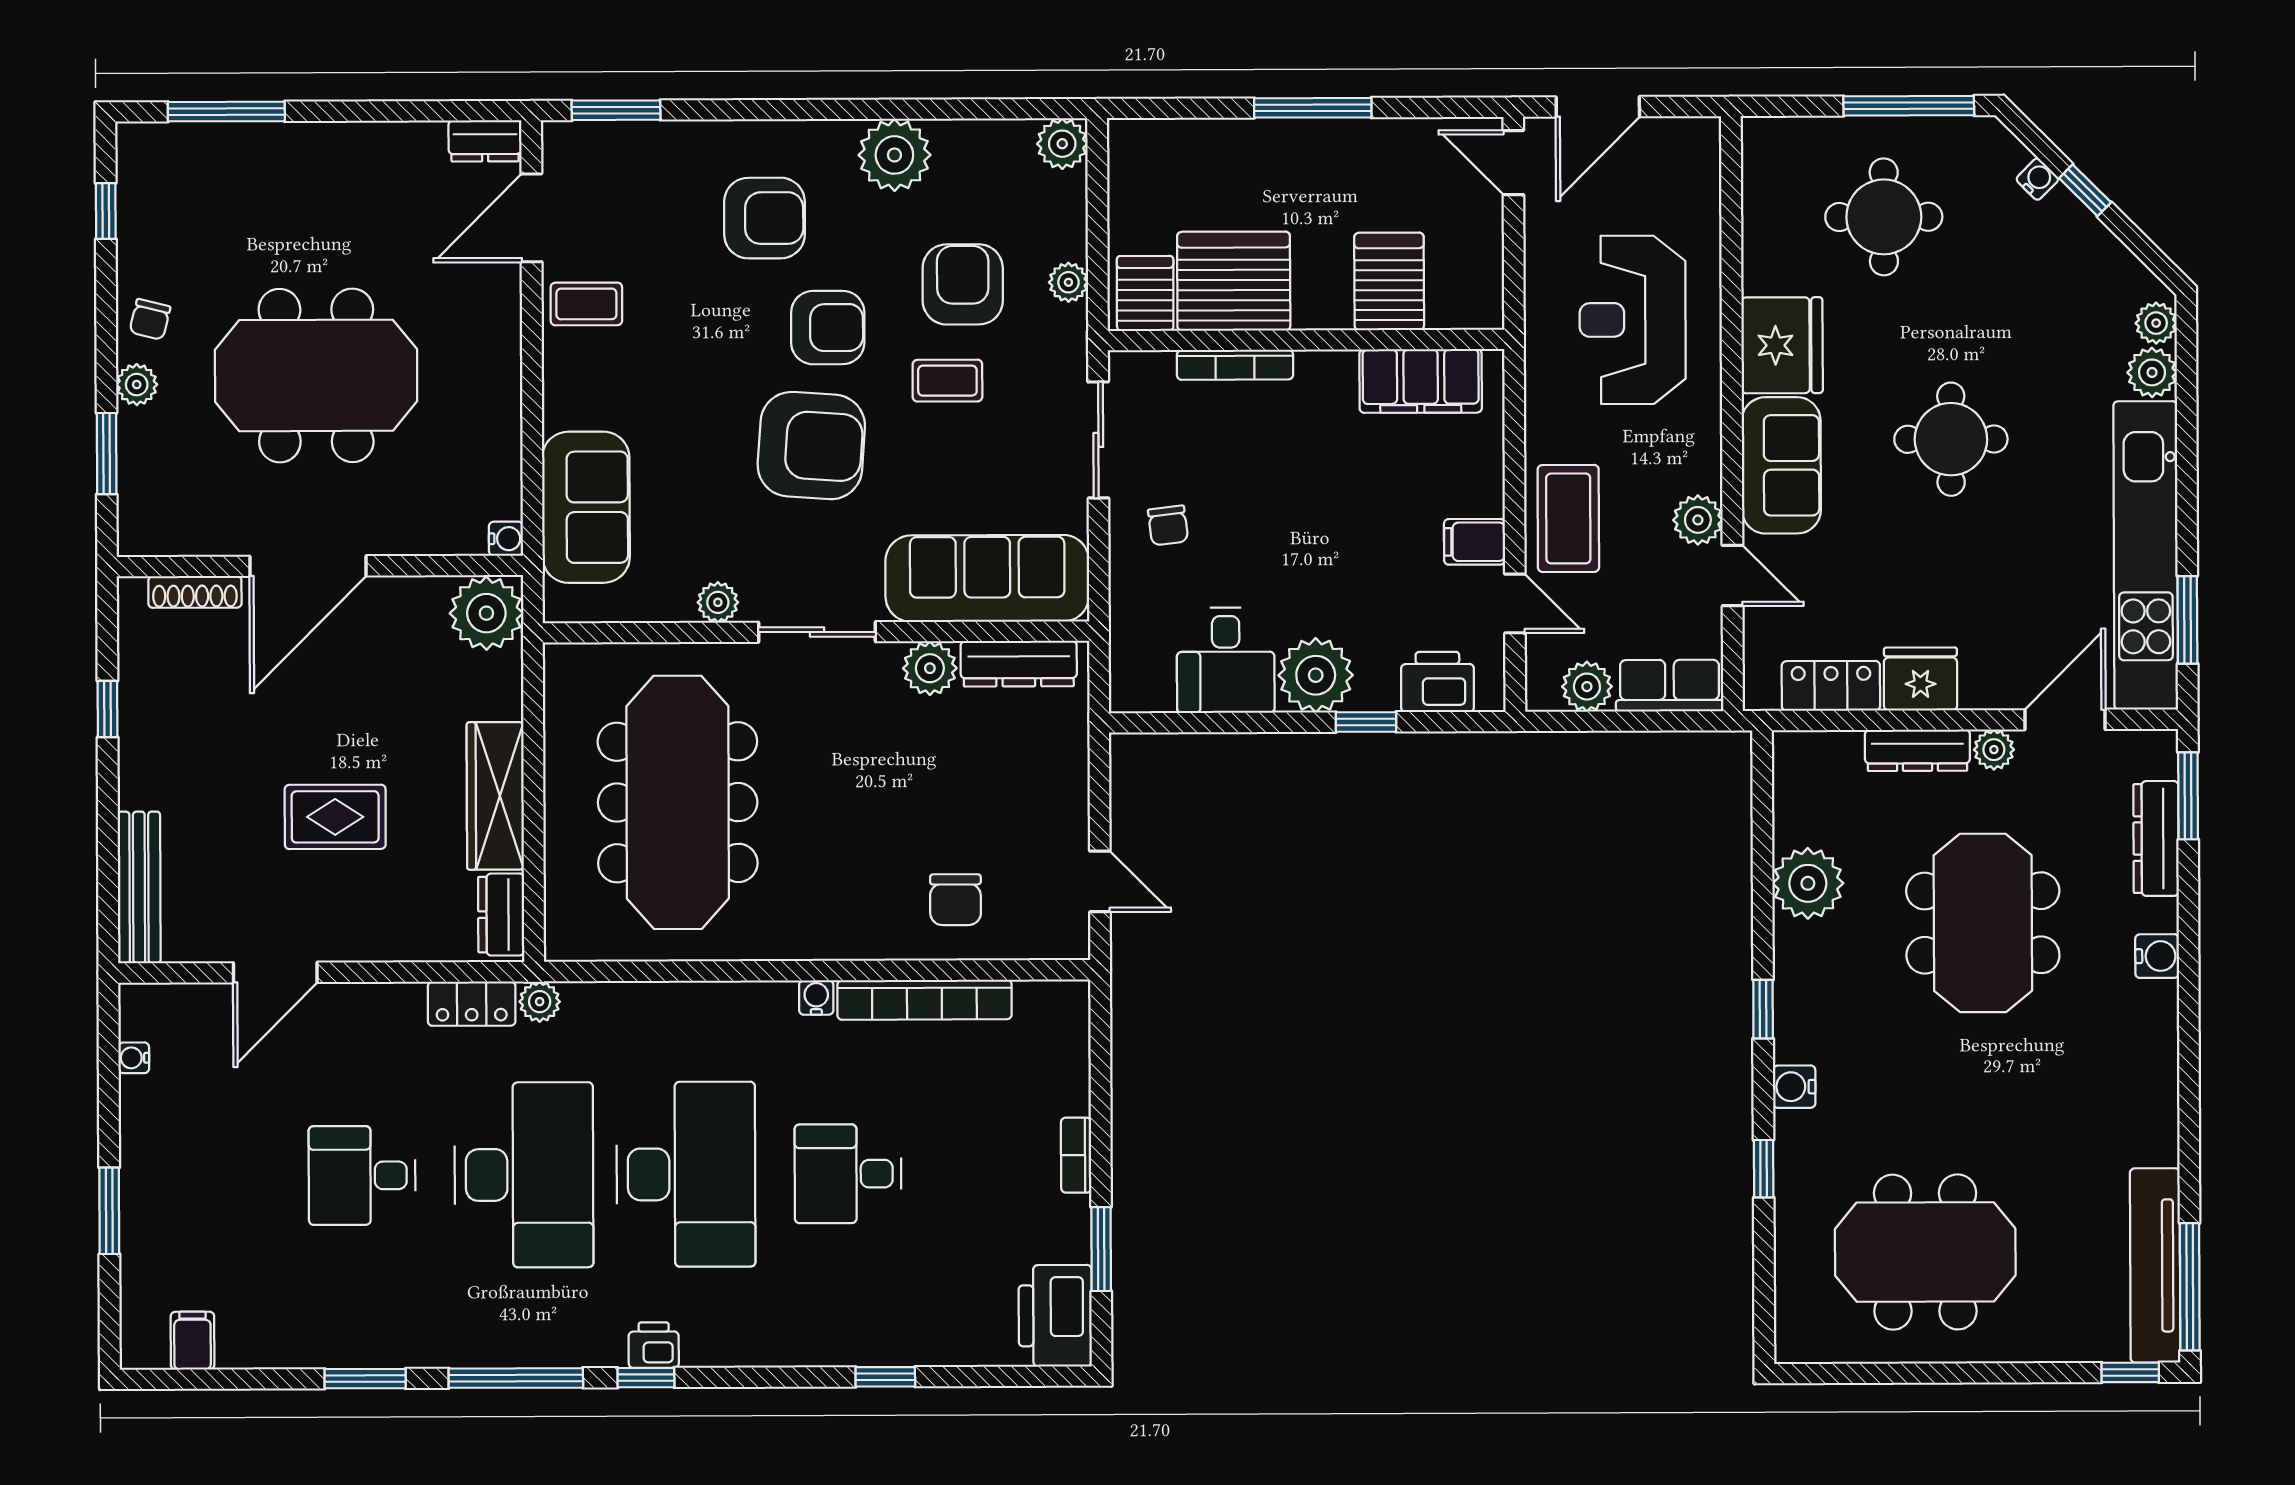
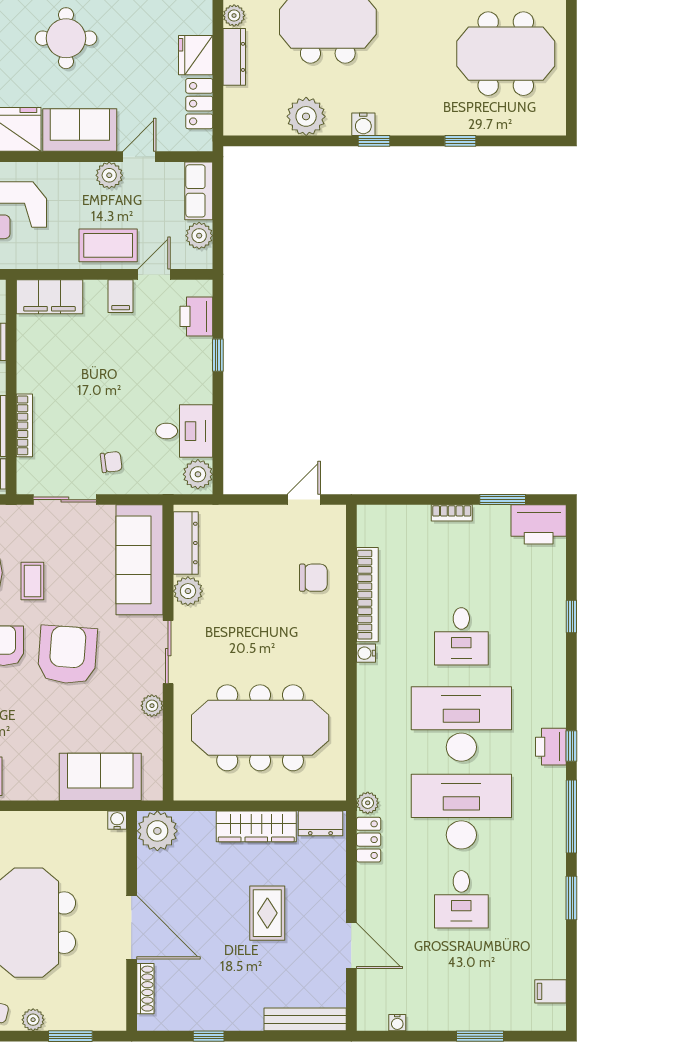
filing cabinet: (1421, 381) -> (49, 297), moved, turned 90
plant: (1316, 675) -> (198, 474), moved, width x0.73, depth x0.73
water cooler: (1794, 1087) -> (363, 124), moved
meeting table: (1925, 1252) -> (506, 54), turned 90
printer: (654, 1345) -> (551, 747), width x1.36, depth x1.24

